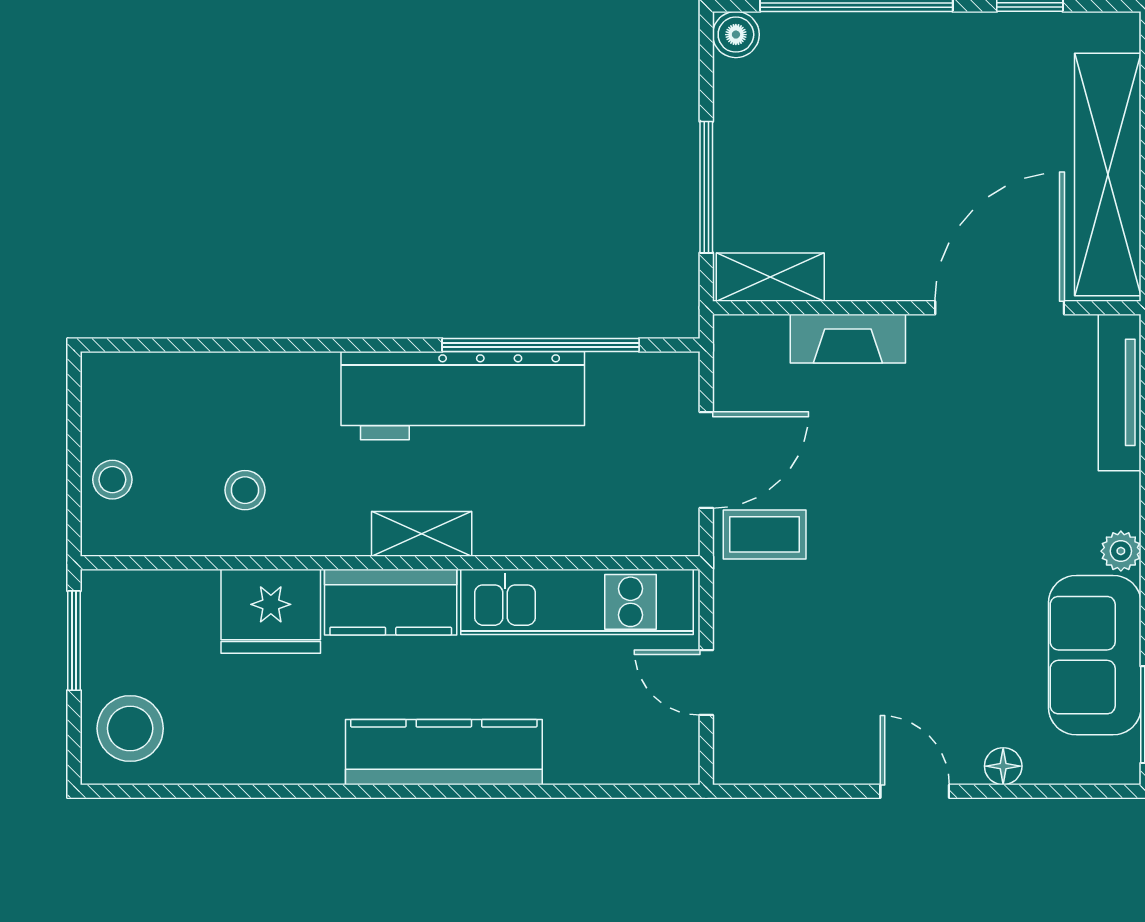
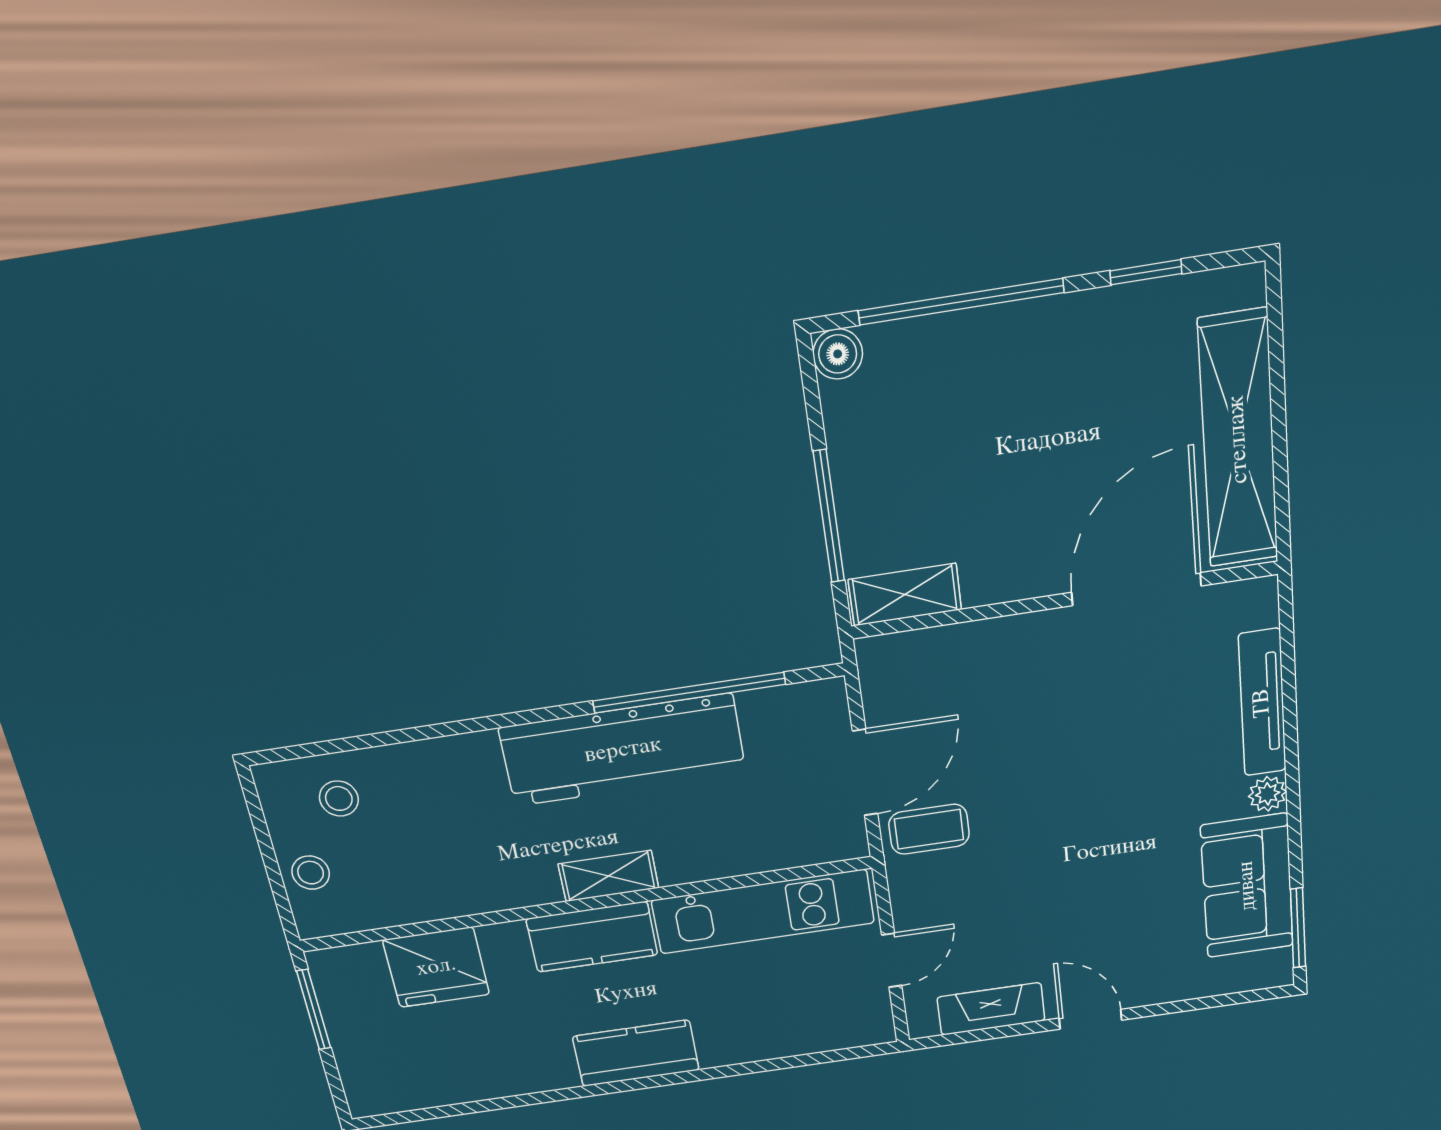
fireplace: (848, 339) -> (991, 1009), moved, turned 180
tv unit: (1120, 392) -> (1262, 703), moved
stool: (245, 490) -> (339, 799), moved
fridge: (271, 611) -> (436, 967), moved
door: (706, 683) -> (892, 960), swing flipped
stool: (130, 728) -> (383, 1071), removed
kitchen counter: (444, 752) -> (636, 1053), width x0.67
floor lamp: (1003, 766) -> (1169, 988), removed

